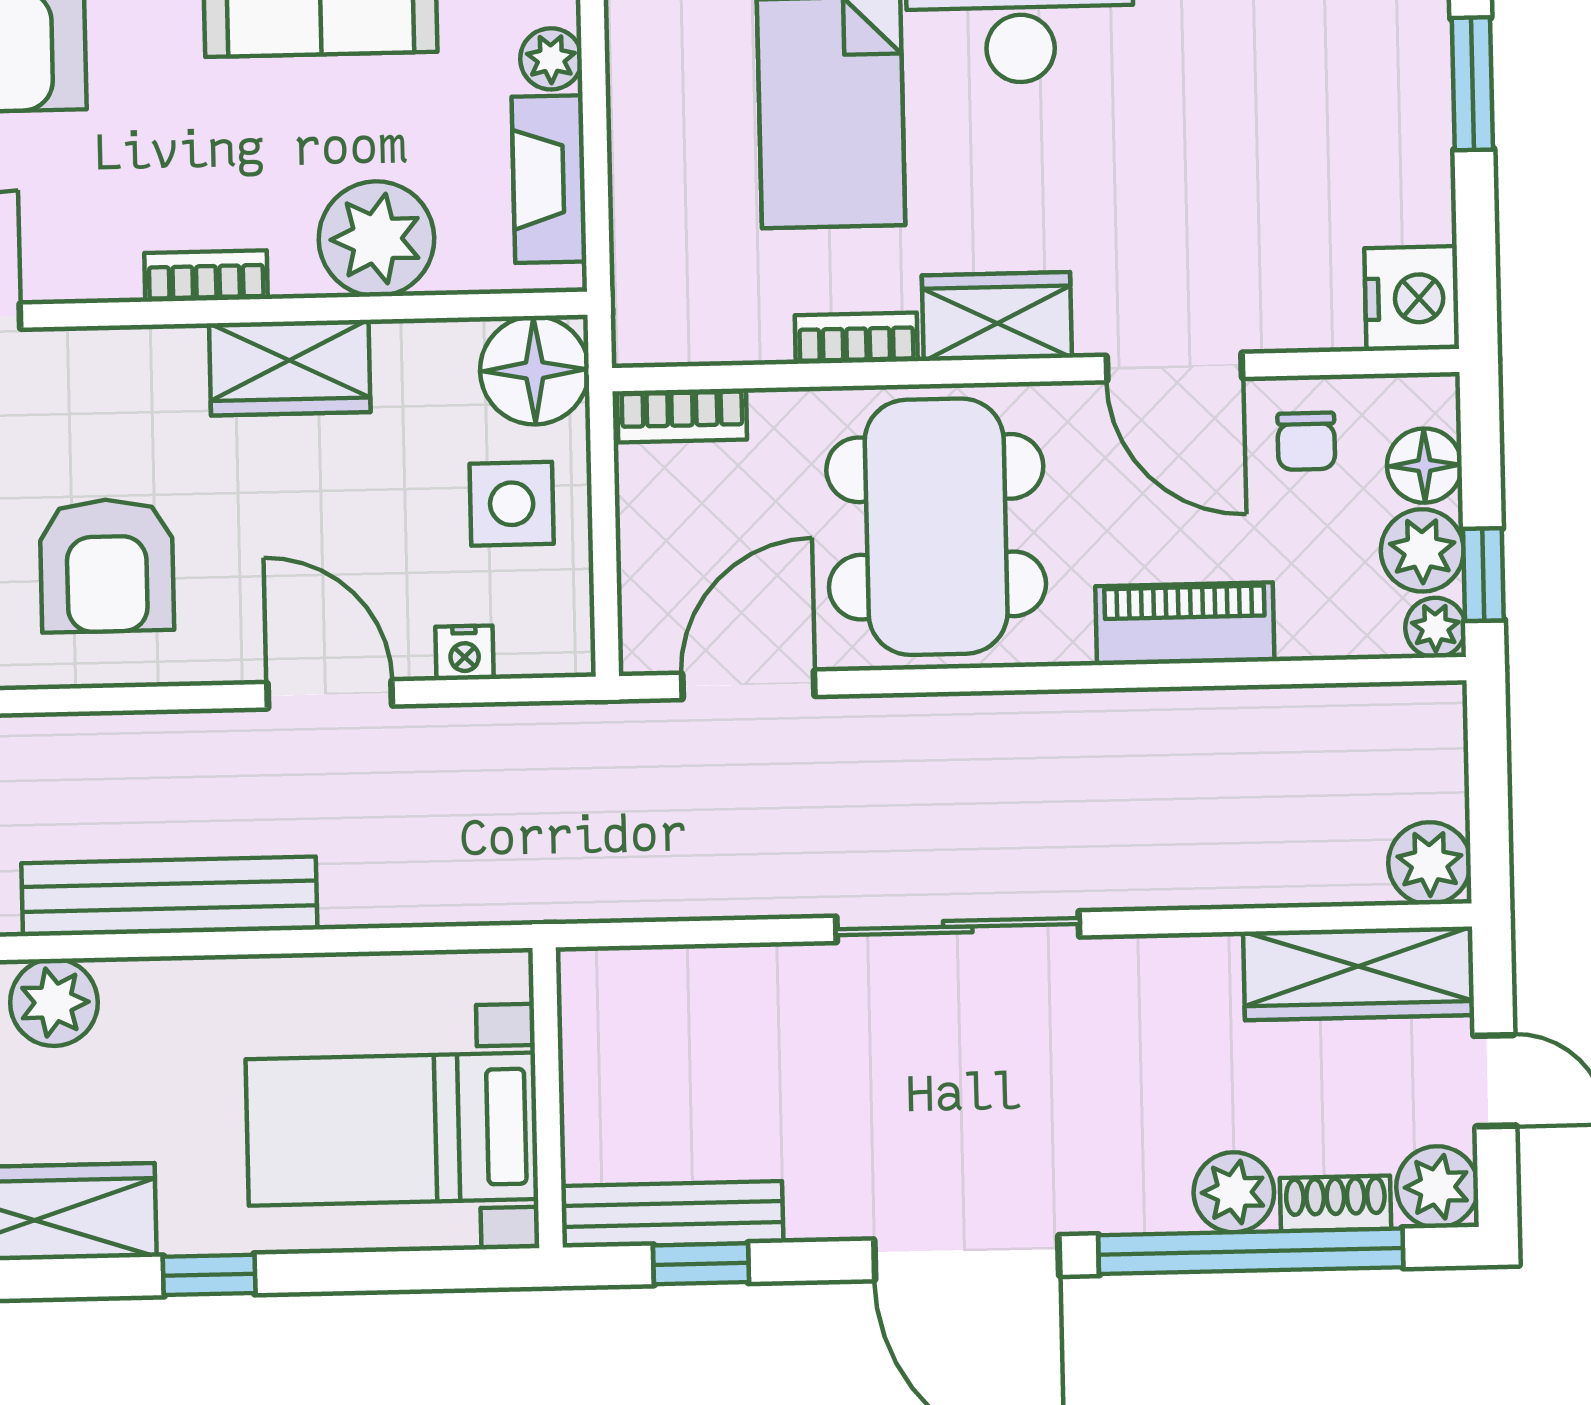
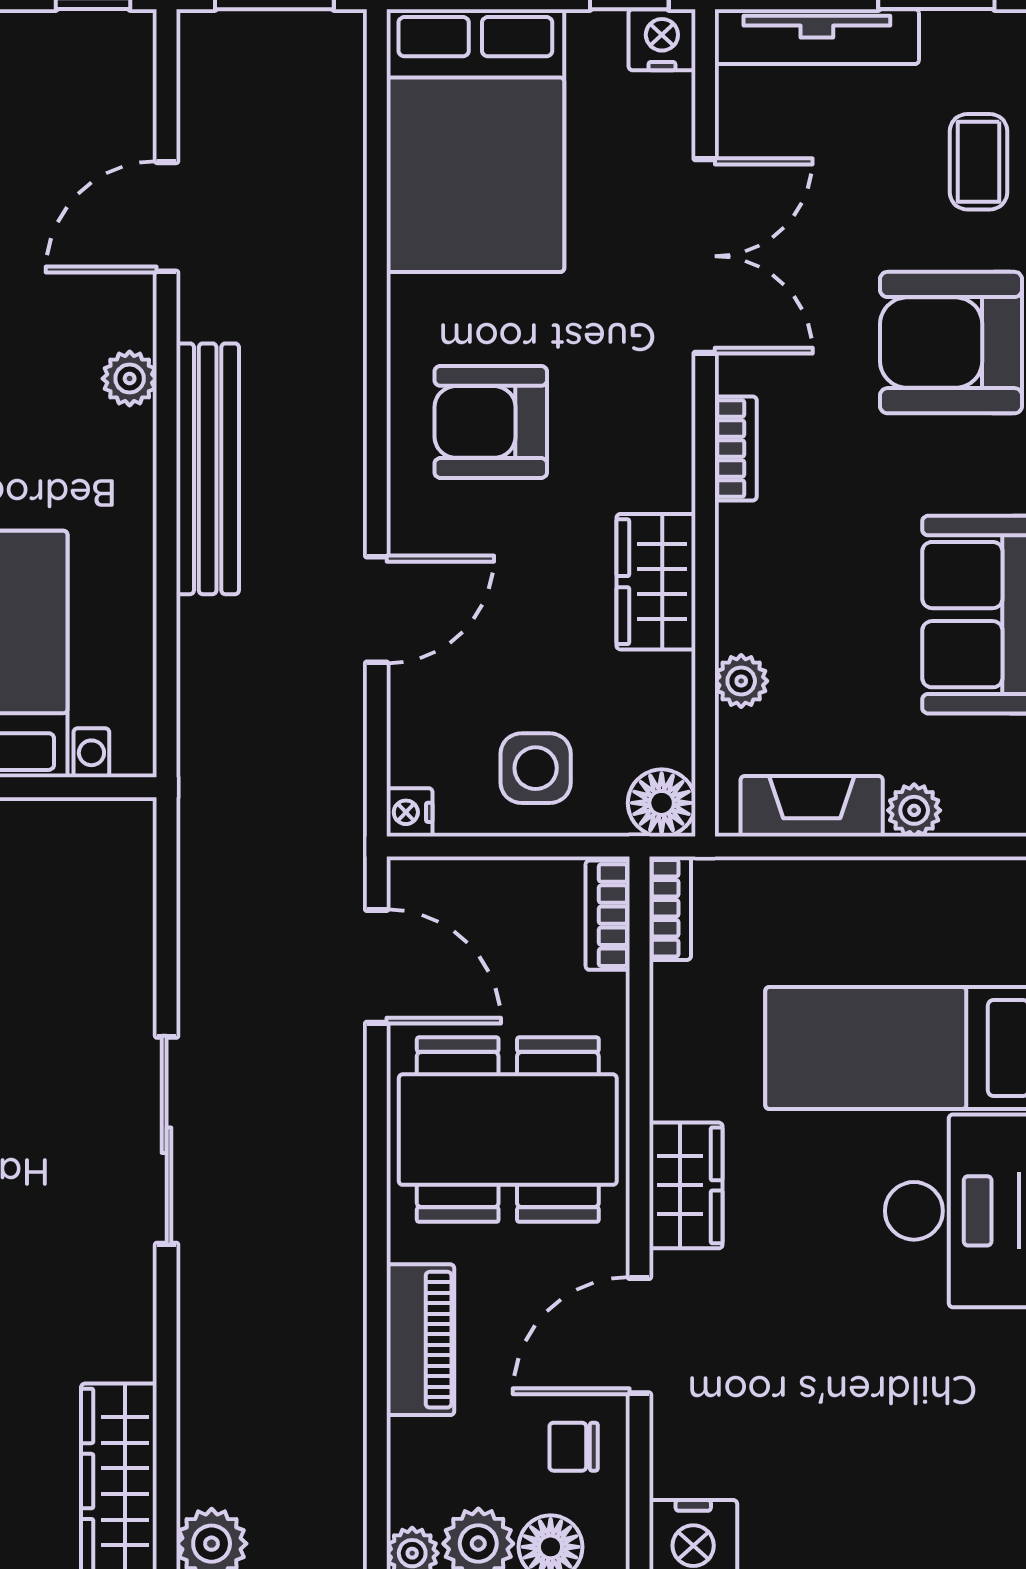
plant: (376, 239) -> (741, 681), width x0.53, depth x0.53
bookcase: (206, 276) -> (736, 448), moved
bookcase: (856, 338) -> (670, 908), moved
floor lamp: (535, 370) -> (662, 803), width x0.73, depth x0.73
nightstand: (464, 653) -> (410, 812), moved
plant: (54, 1002) -> (130, 379), width x0.73, depth x0.73

